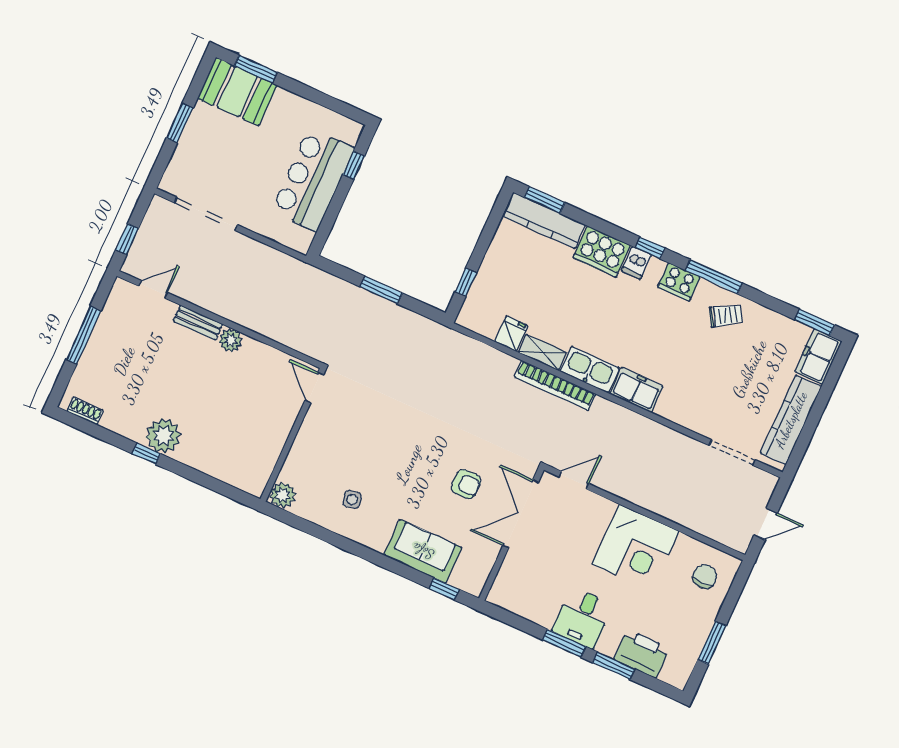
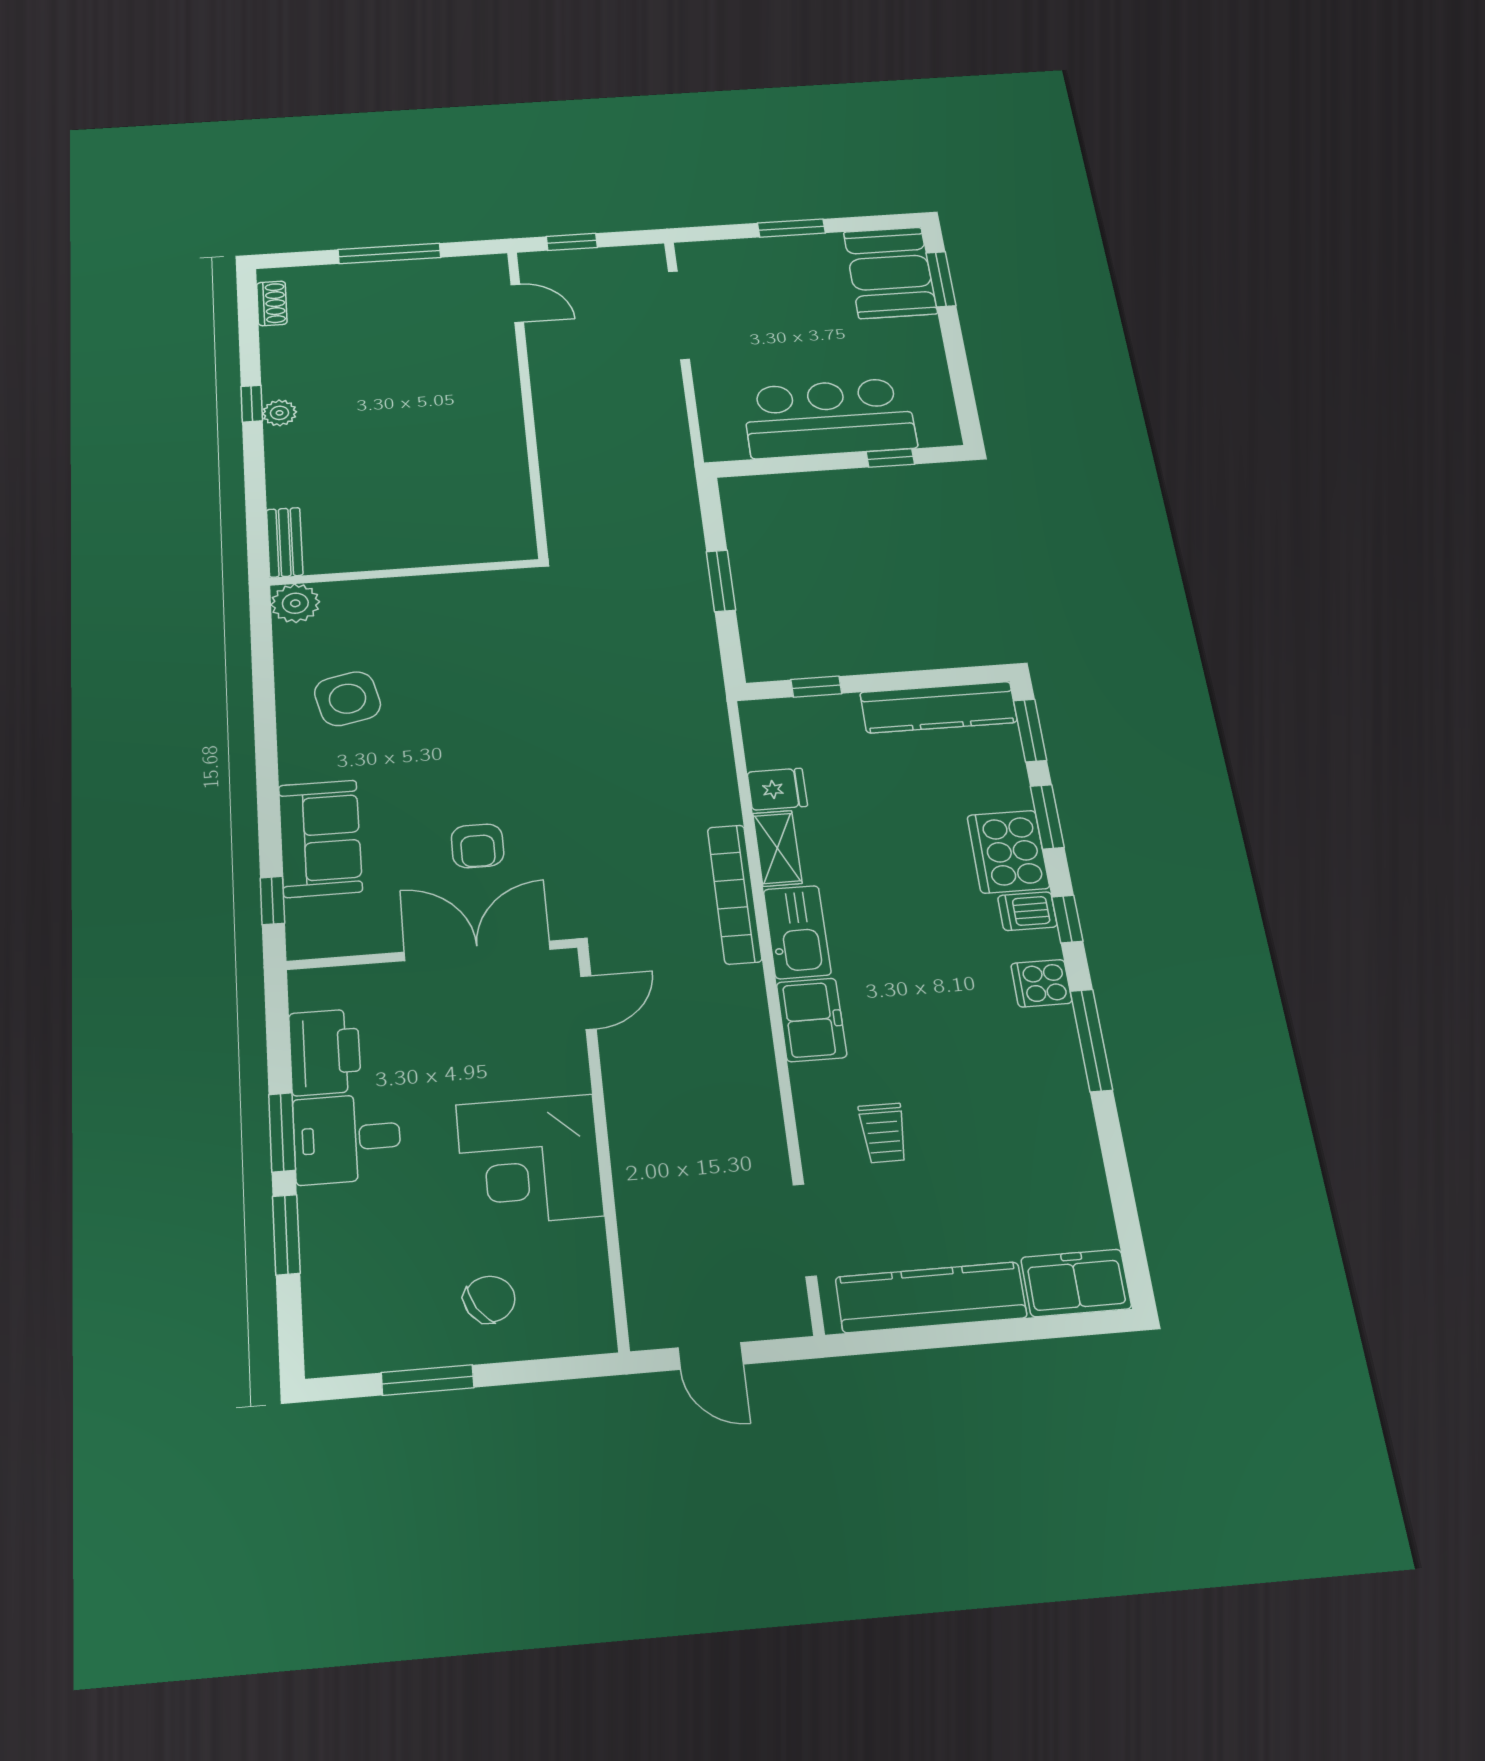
kitchen counter: (544, 221) -> (939, 707), moved, turned -90
cooker: (679, 282) -> (1041, 983), width x0.73
trolley: (726, 316) -> (883, 1133), moved, turned 31
window: (814, 322) -> (1047, 817), moved
bench: (198, 323) -> (285, 542), moved
plant: (230, 340) -> (504, 428), removed
door: (314, 388) -> (501, 566), removed
plant: (163, 436) -> (280, 413), width x0.53, depth x0.53
door: (574, 480) -> (588, 1003), hinge flipped
side table: (352, 499) -> (348, 699), width x1.87, depth x1.87
chair: (705, 577) -> (489, 1299), moved, turned -31
printer: (642, 654) -> (325, 1052), moved

